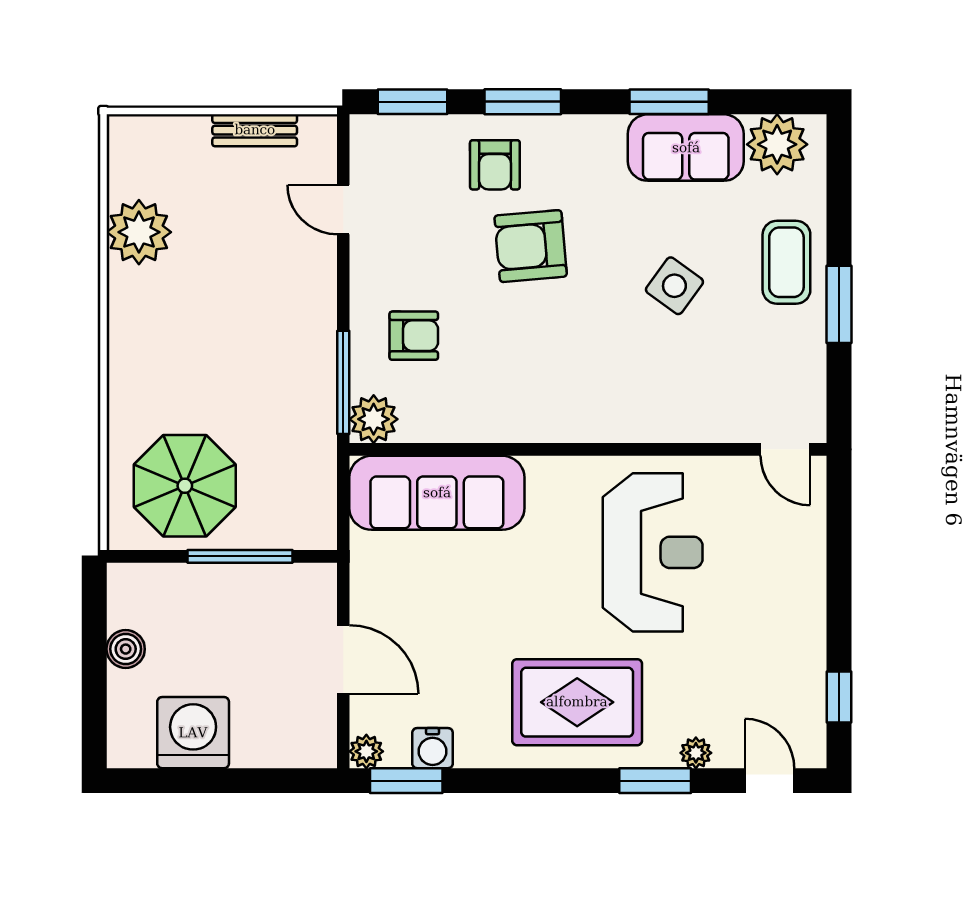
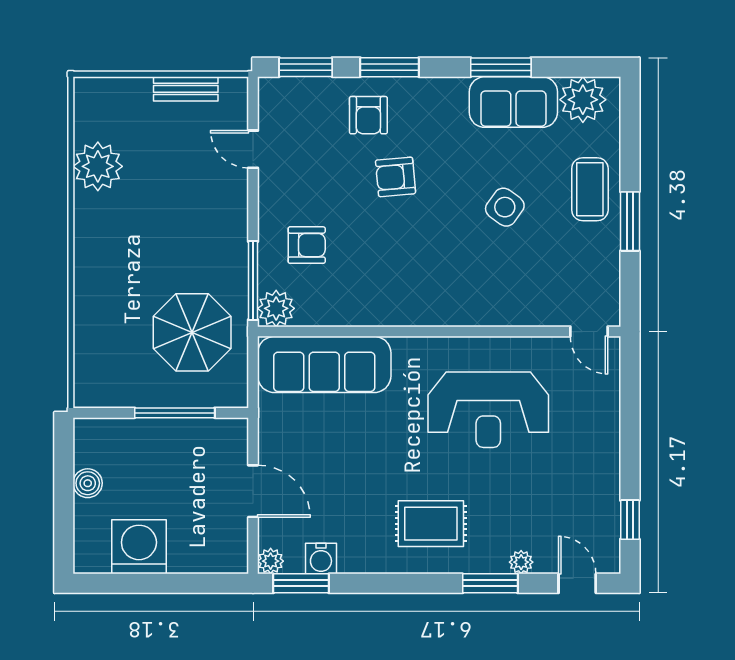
armchair: (531, 246) -> (396, 177), width x0.72, depth x0.72
parasol: (185, 486) -> (192, 332), moved
reception desk: (653, 552) -> (488, 410), turned 90
rug: (577, 702) -> (431, 524), width x0.73, depth x0.70

